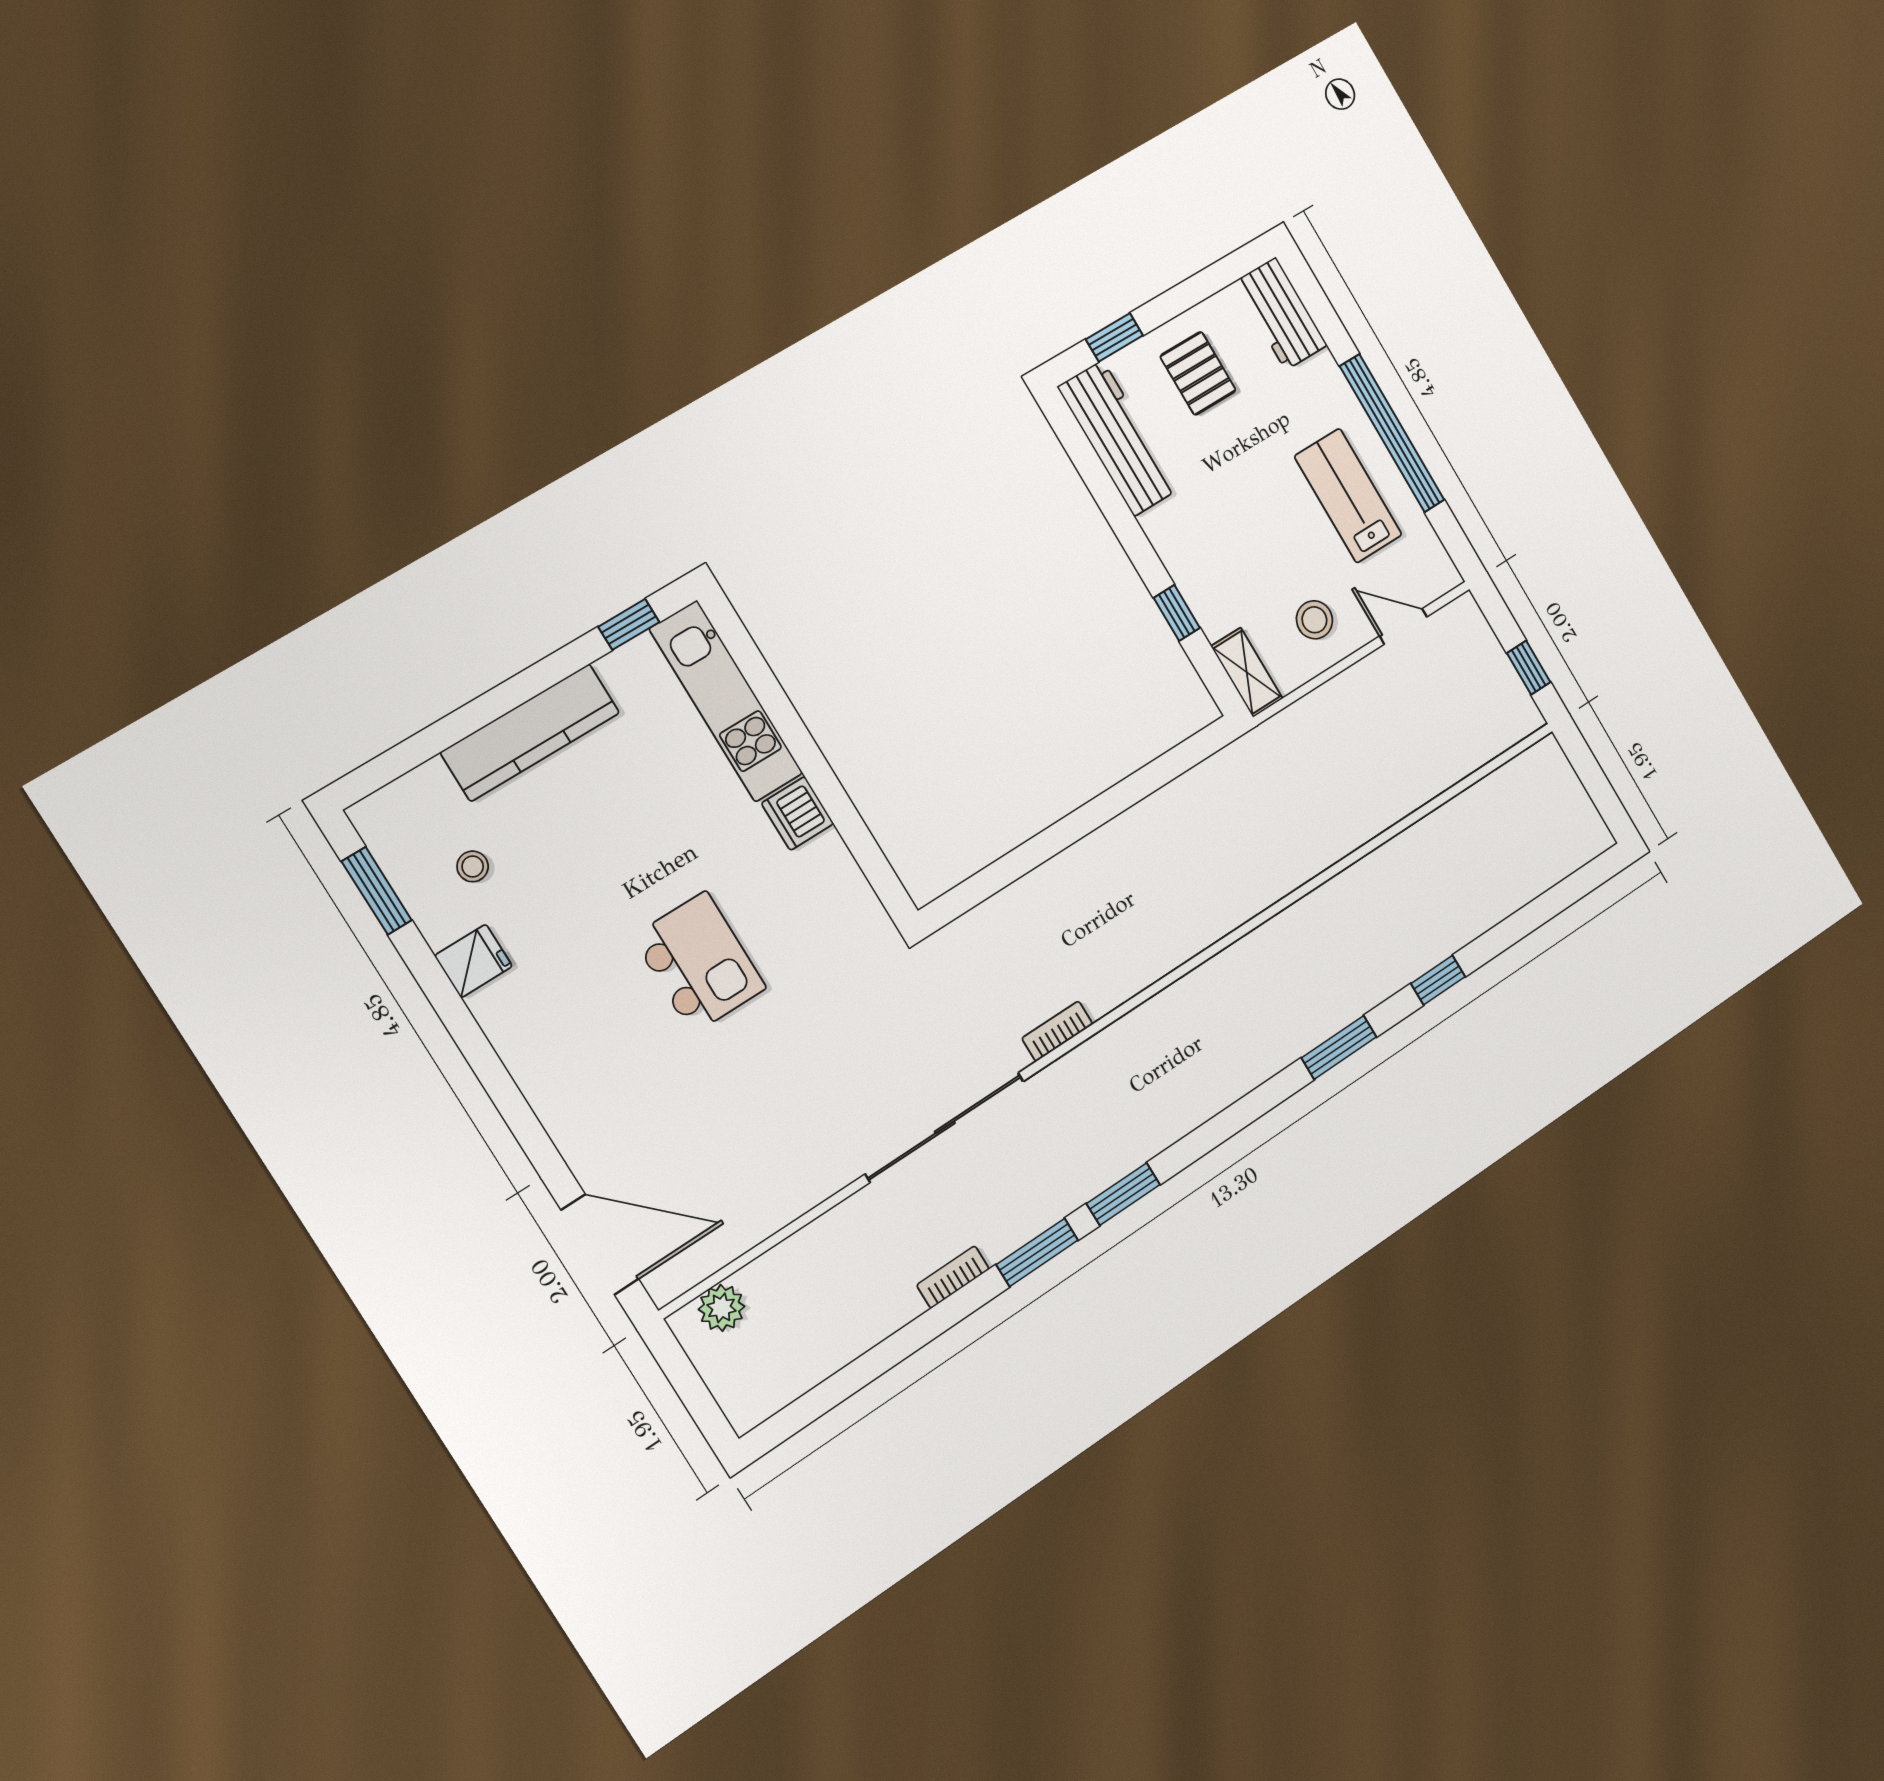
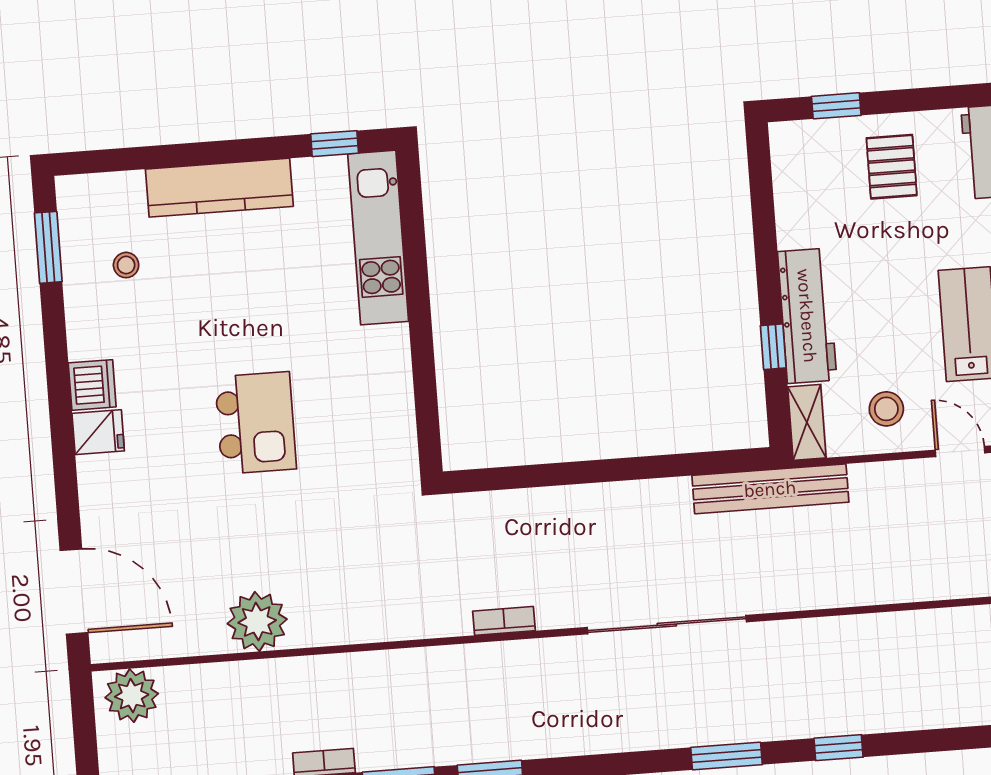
workbench: (1118, 438) -> (807, 316), moved
bench: (1246, 758) -> (770, 489), added
dishwasher: (797, 813) -> (92, 385), moved, turned 180
fridge: (473, 961) -> (98, 432), moved
sliding door: (945, 1127) -> (667, 625), moved
plant: (809, 1170) -> (257, 621), added
plant: (722, 1308) -> (132, 696), width x1.36, depth x1.36

